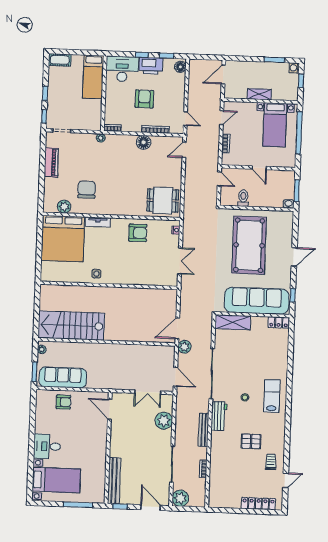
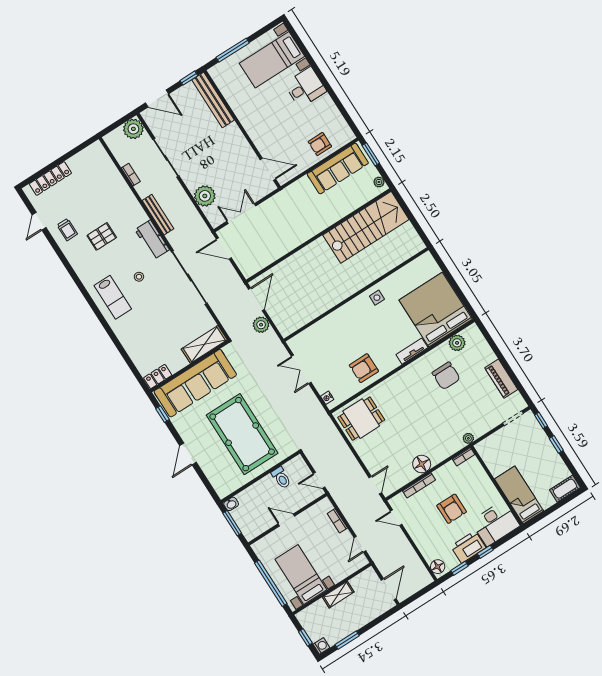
plant: (184, 347) -> (261, 325), moved

